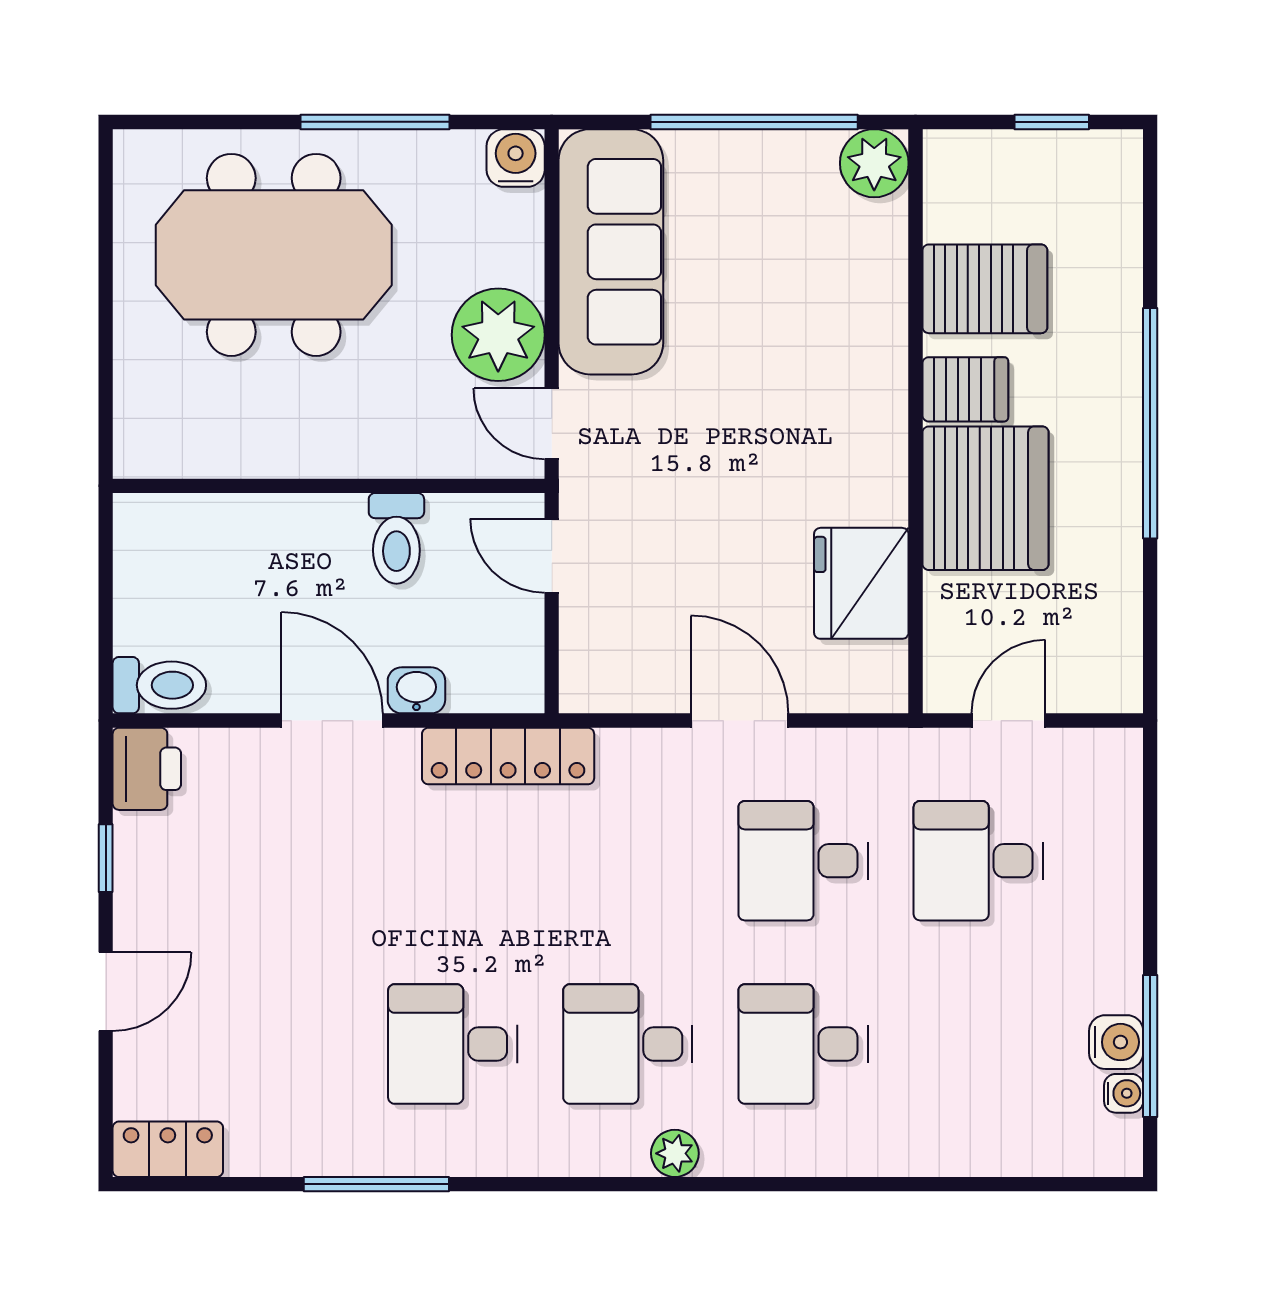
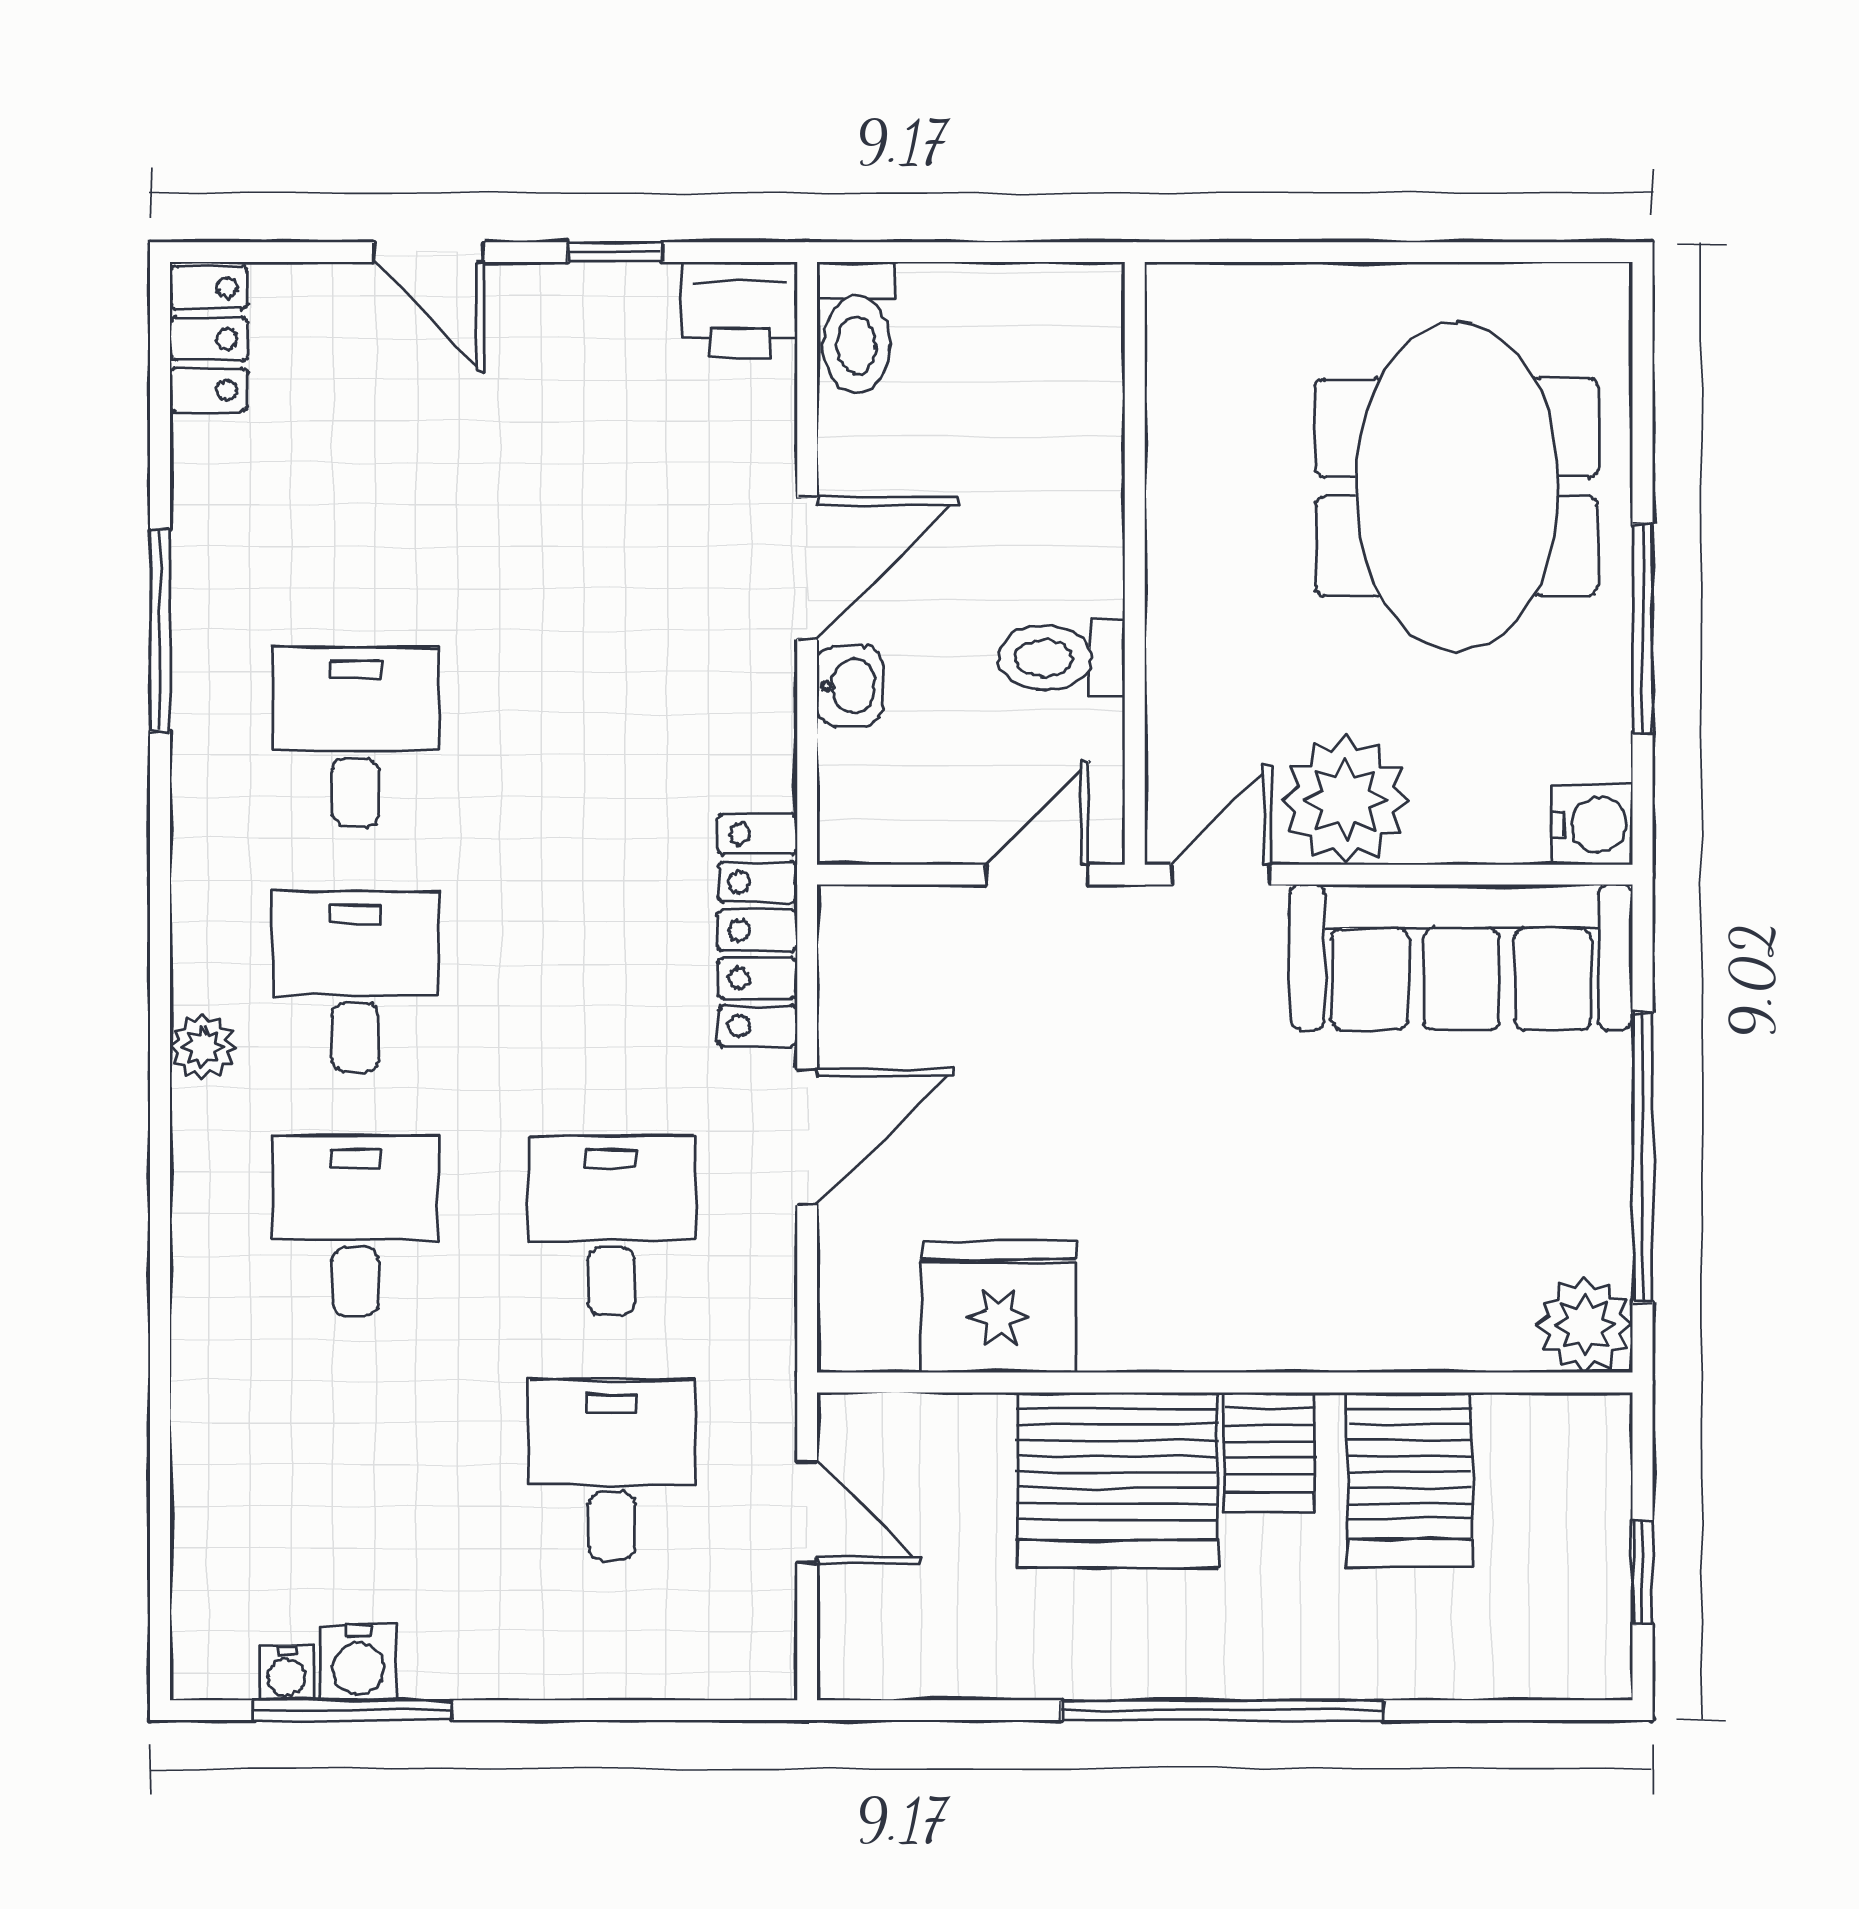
locker: (508, 756) -> (758, 930), moved

